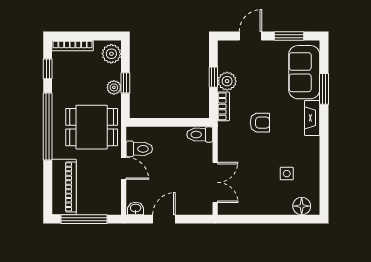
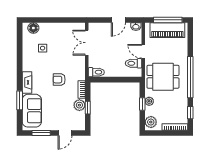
piano: (64, 187) -> (167, 30), moved, turned -90

